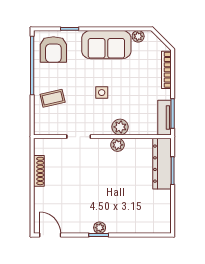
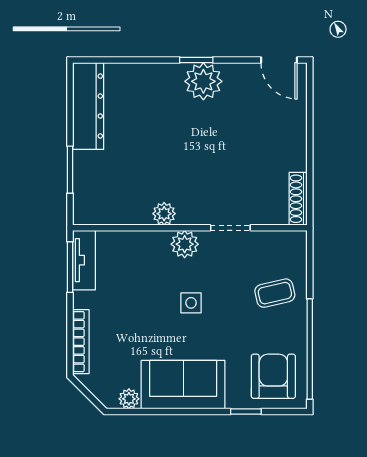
plant: (120, 127) -> (185, 244), moved
dresser: (162, 164) -> (88, 106), moved
shoe rack: (39, 171) -> (298, 199), moved
plant: (100, 228) -> (203, 81), width x1.87, depth x1.87

